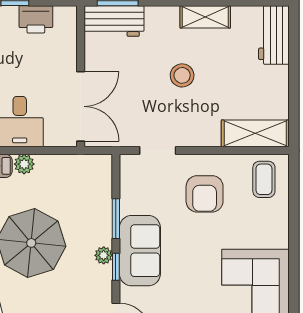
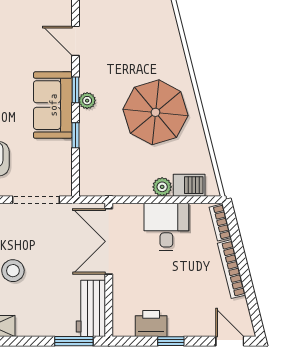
workbench: (114, 21) -> (91, 308), moved, turned -90
doorway: (158, 150) -> (36, 200), width x1.38
window: (116, 219) -> (75, 135), width x0.67

